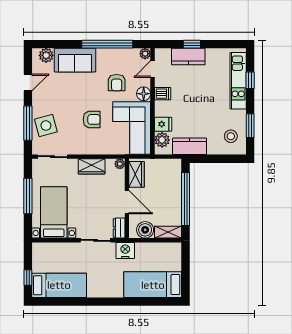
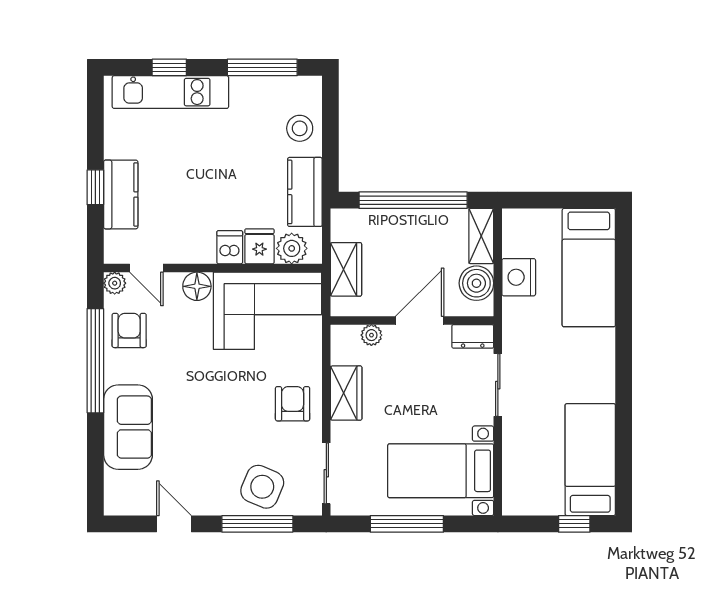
plant: (46, 55) -> (118, 486), removed
armchair: (117, 83) -> (129, 330), moved, turned -90
dishwasher: (163, 94) -> (230, 247), moved
armchair: (92, 119) -> (293, 404), moved
side table: (46, 126) -> (262, 487), turned 38
window: (250, 126) -> (262, 67), width x1.44
stool: (231, 136) -> (300, 128), moved
plant: (120, 164) -> (371, 335), moved
wardrobe: (136, 174) -> (346, 269), moved, turned 90
nightstand: (125, 250) -> (519, 277), moved

